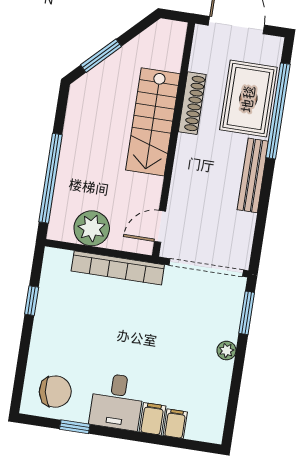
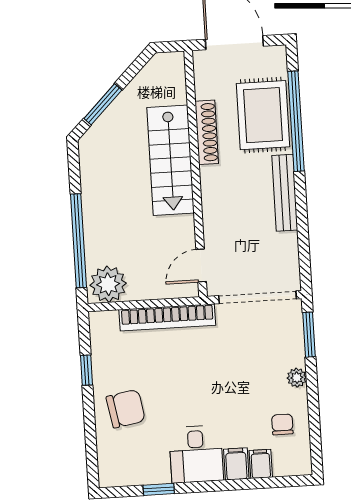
plant: (92, 228) -> (108, 284), moved
chair: (203, 391) -> (282, 424), added
chair: (55, 392) -> (126, 409), moved

